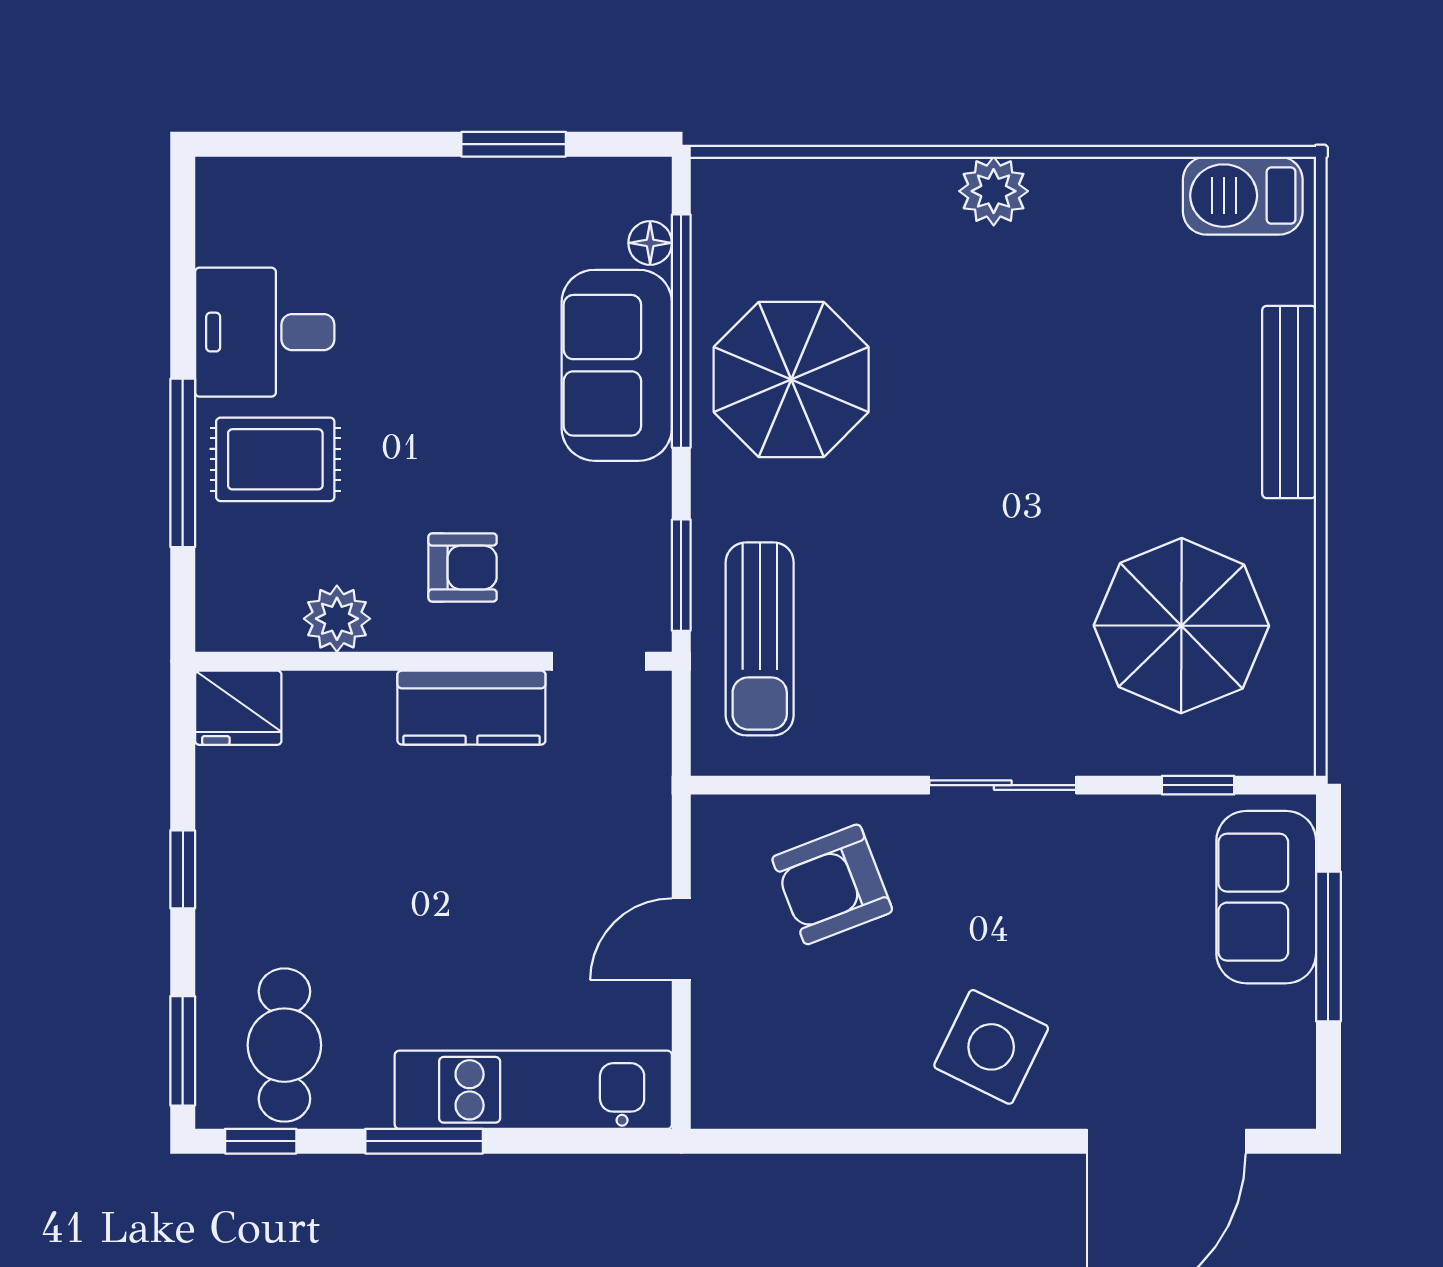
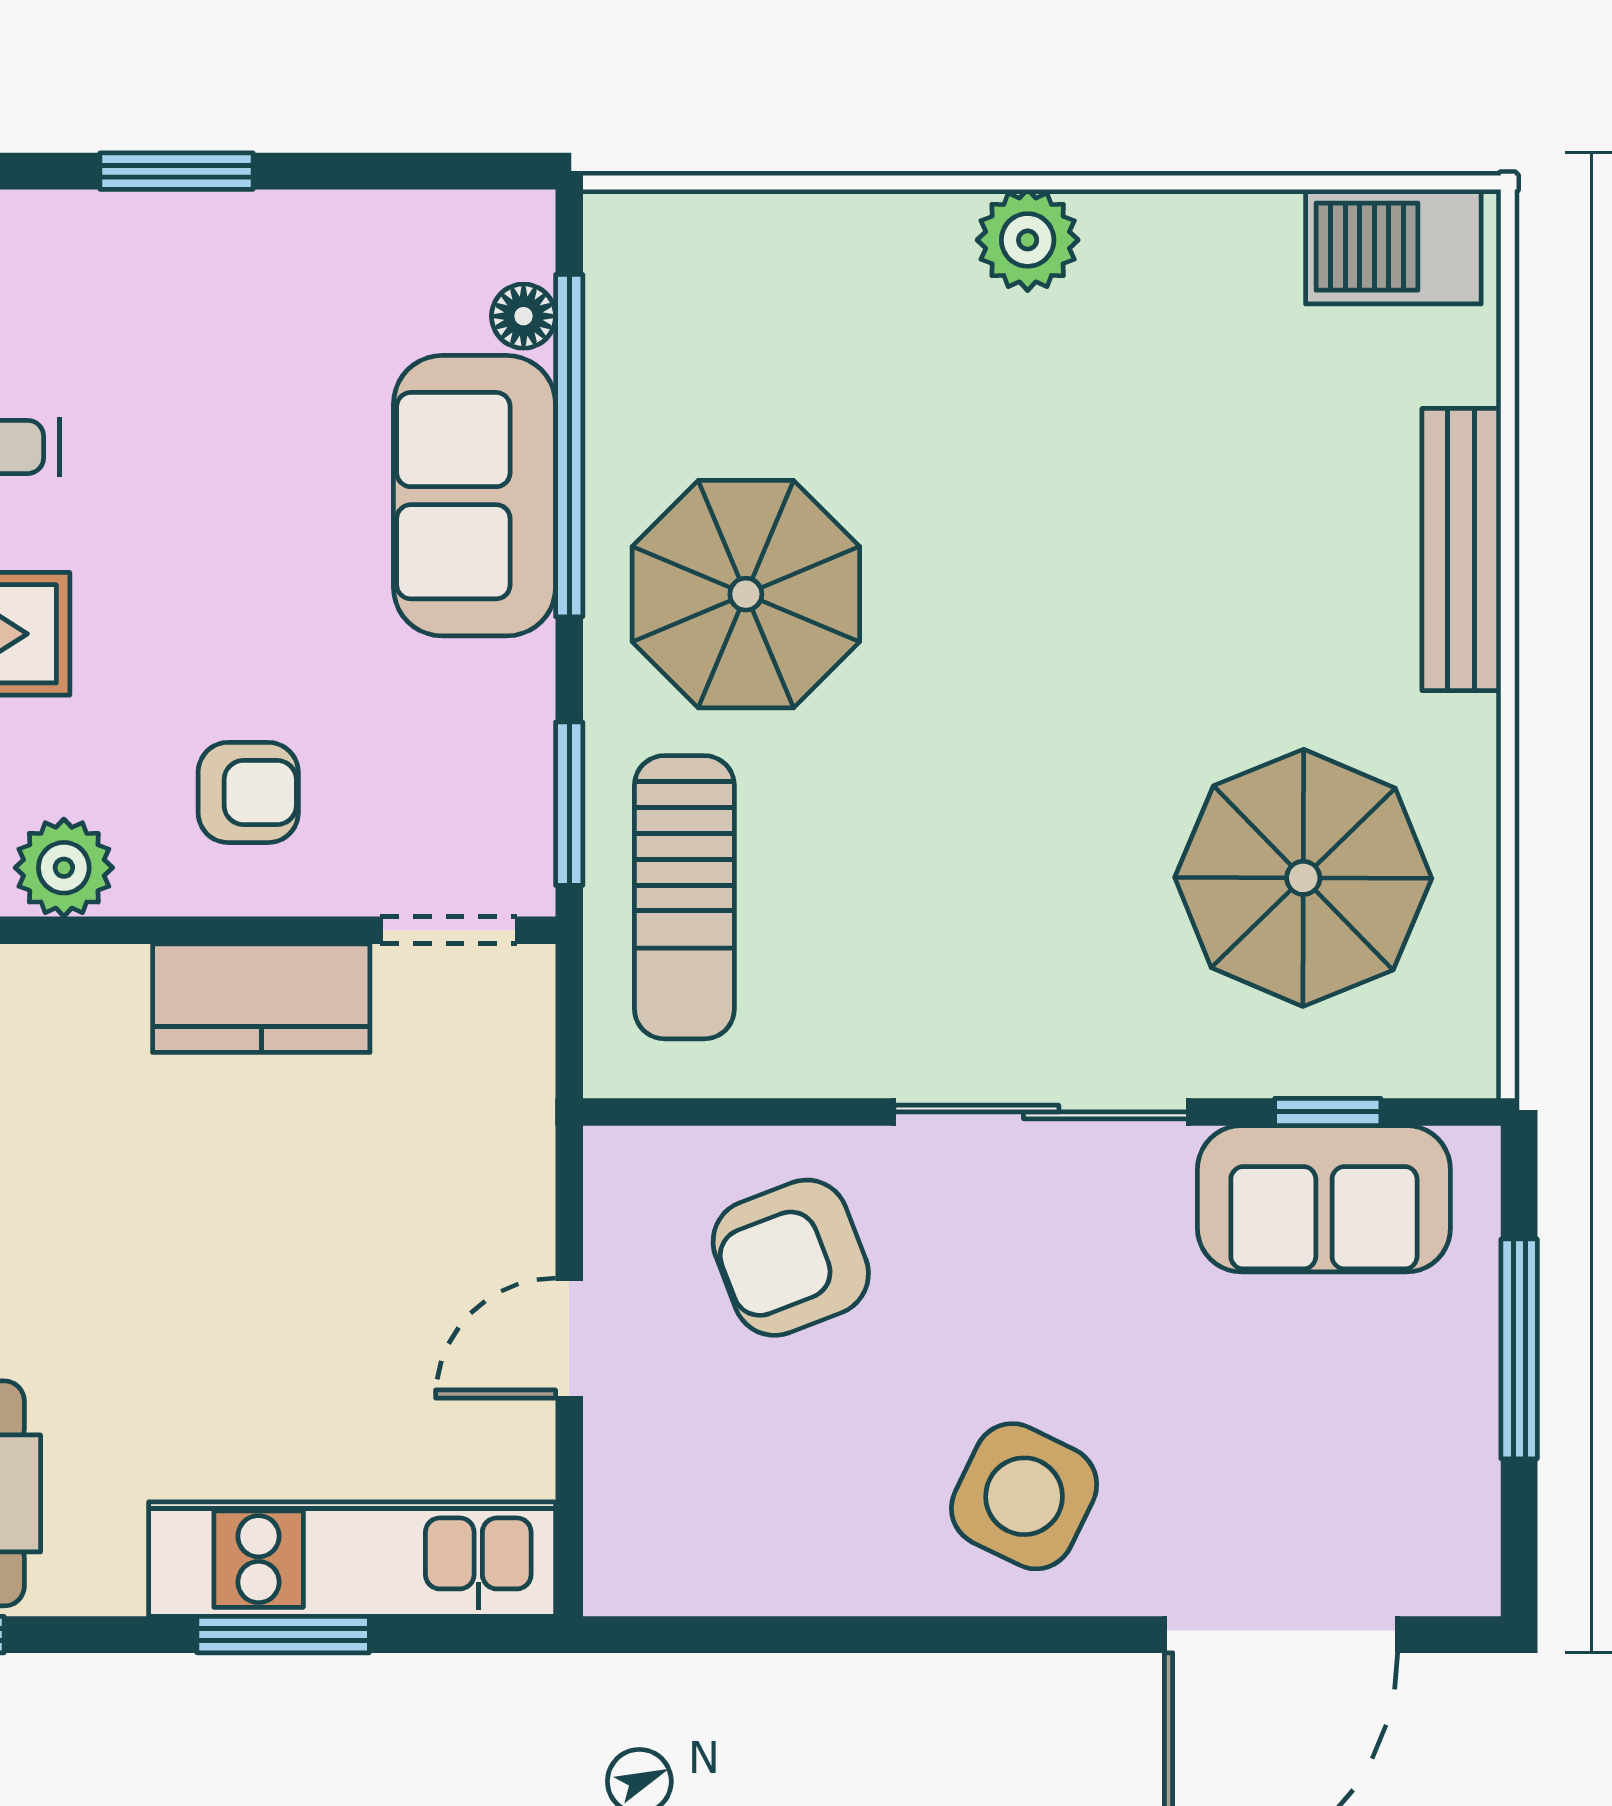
window: (514, 144) -> (176, 171), moved
parasol: (791, 380) -> (746, 594), moved
sliding door: (1003, 785) -> (1041, 1112), width x1.37
sofa: (1266, 897) -> (1324, 1199), moved, turned -90
window: (424, 1141) -> (283, 1635), moved

